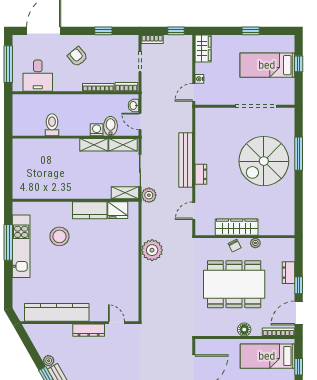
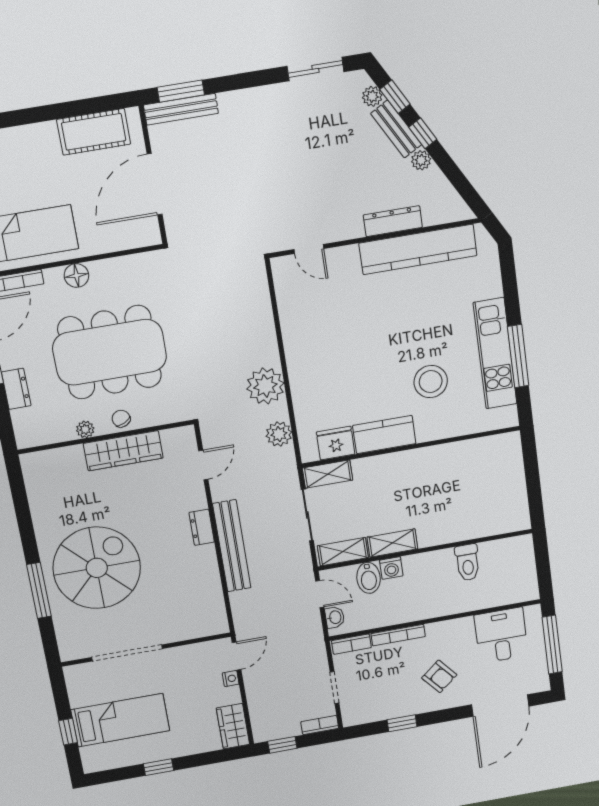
plant: (149, 195) -> (279, 434), moved
dresser: (89, 330) -> (393, 221), moved

